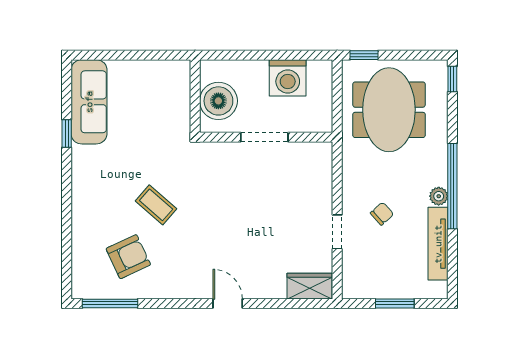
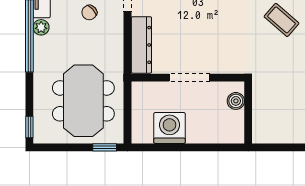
boiler: (218, 101) -> (236, 101), width x0.54, depth x0.54
dresser: (321, 175) -> (141, 45), added

